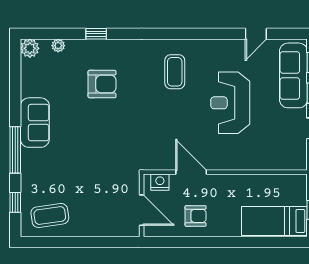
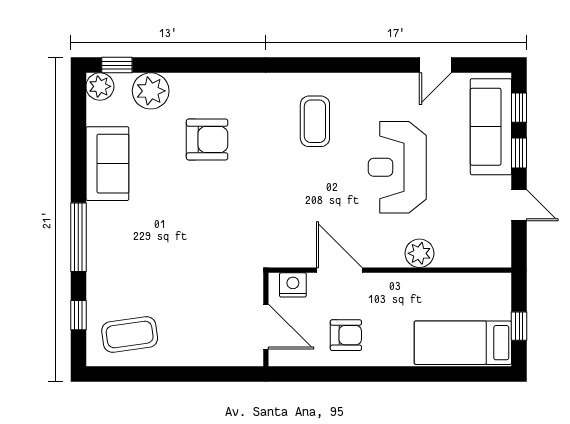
window: (96, 34) -> (117, 65), moved
plant: (58, 46) -> (151, 91), width x1.88, depth x1.88
sofa: (35, 123) -> (107, 164), moved
plant: (245, 161) -> (419, 253), added

